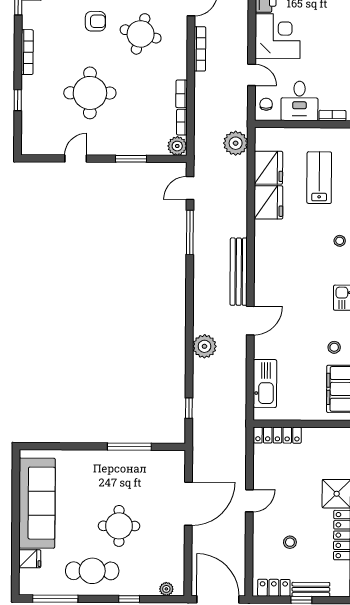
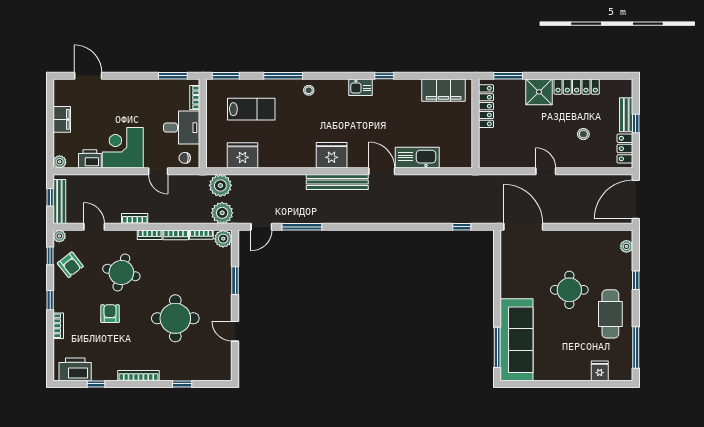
bookcase: (200, 49) -> (135, 218), width x0.64
bookcase: (182, 65) -> (150, 235), added
door: (252, 75) -> (158, 171), swing flipped
lab bench: (319, 178) -> (251, 109), turned 180
door: (190, 188) -> (261, 227), hinge flipped
fridge: (268, 202) -> (332, 155), moved
plant: (204, 346) -> (222, 213), moved
stool: (334, 347) -> (406, 95), removed
kitchen sink: (265, 383) -> (417, 158), moved
locker: (277, 435) -> (486, 106), moved
window: (129, 447) -> (497, 347), moved
sofa: (37, 503) -> (516, 340), moved, turned 90
door: (188, 504) -> (523, 227), moved

